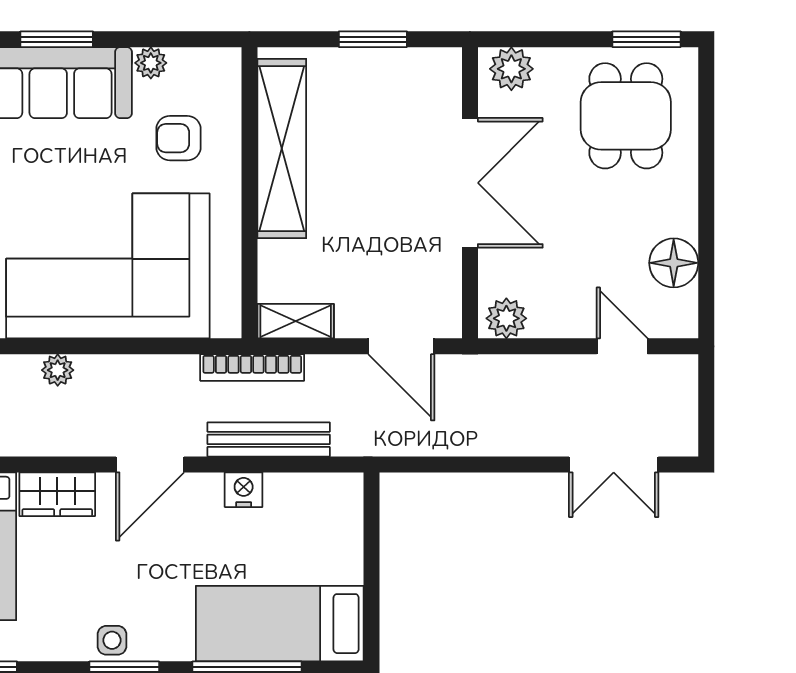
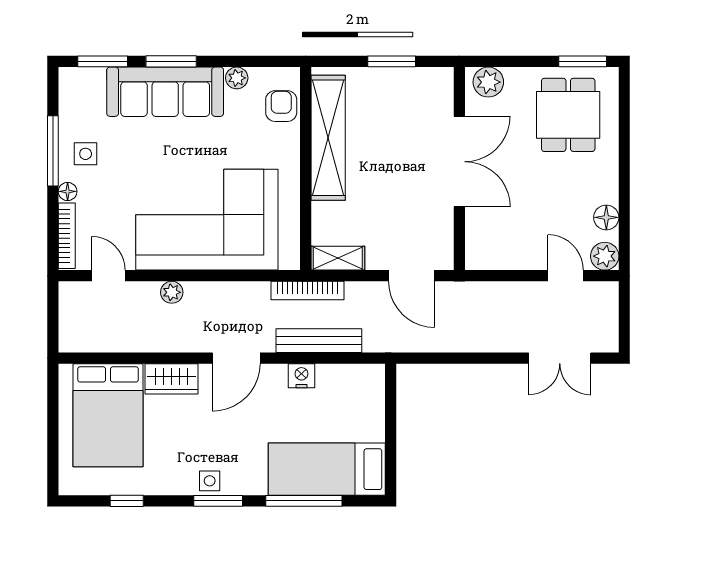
armchair: (178, 138) -> (281, 106), moved, turned 90
floor lamp: (674, 263) -> (606, 217), width x0.73, depth x0.73
plant: (506, 318) -> (605, 256), moved

